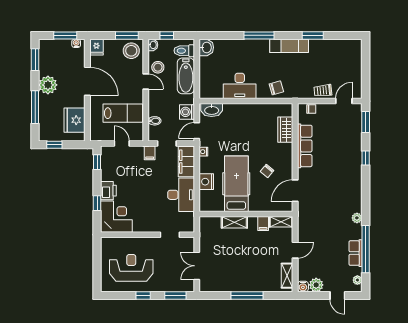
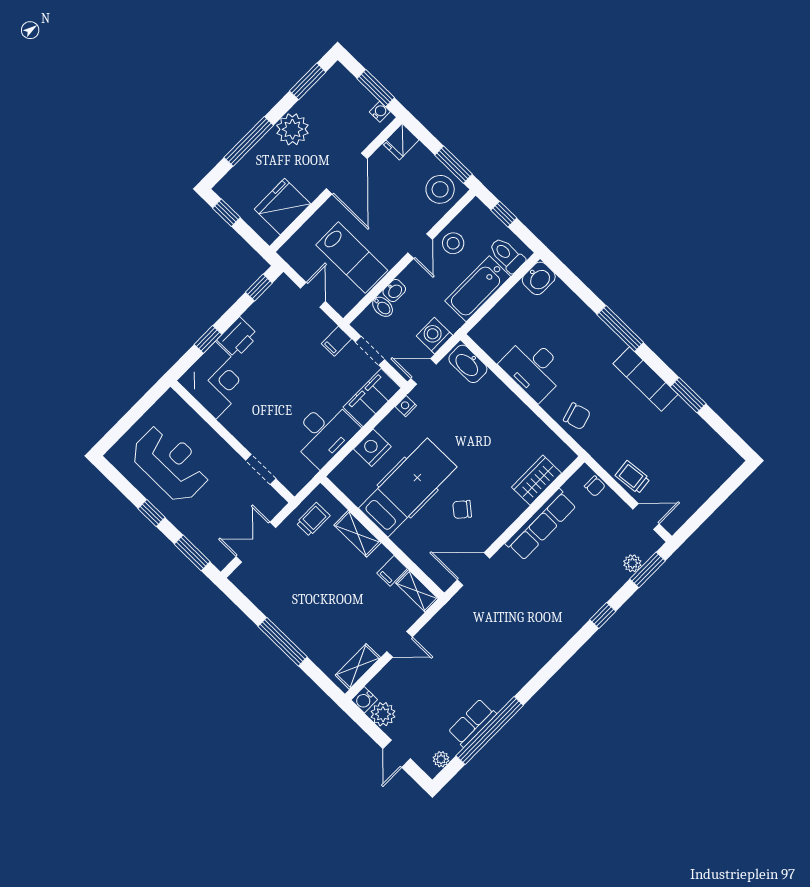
washbasin: (153, 45) -> (394, 291), moved
plant: (357, 218) -> (632, 563), moved
trolley: (211, 234) -> (313, 519), added

